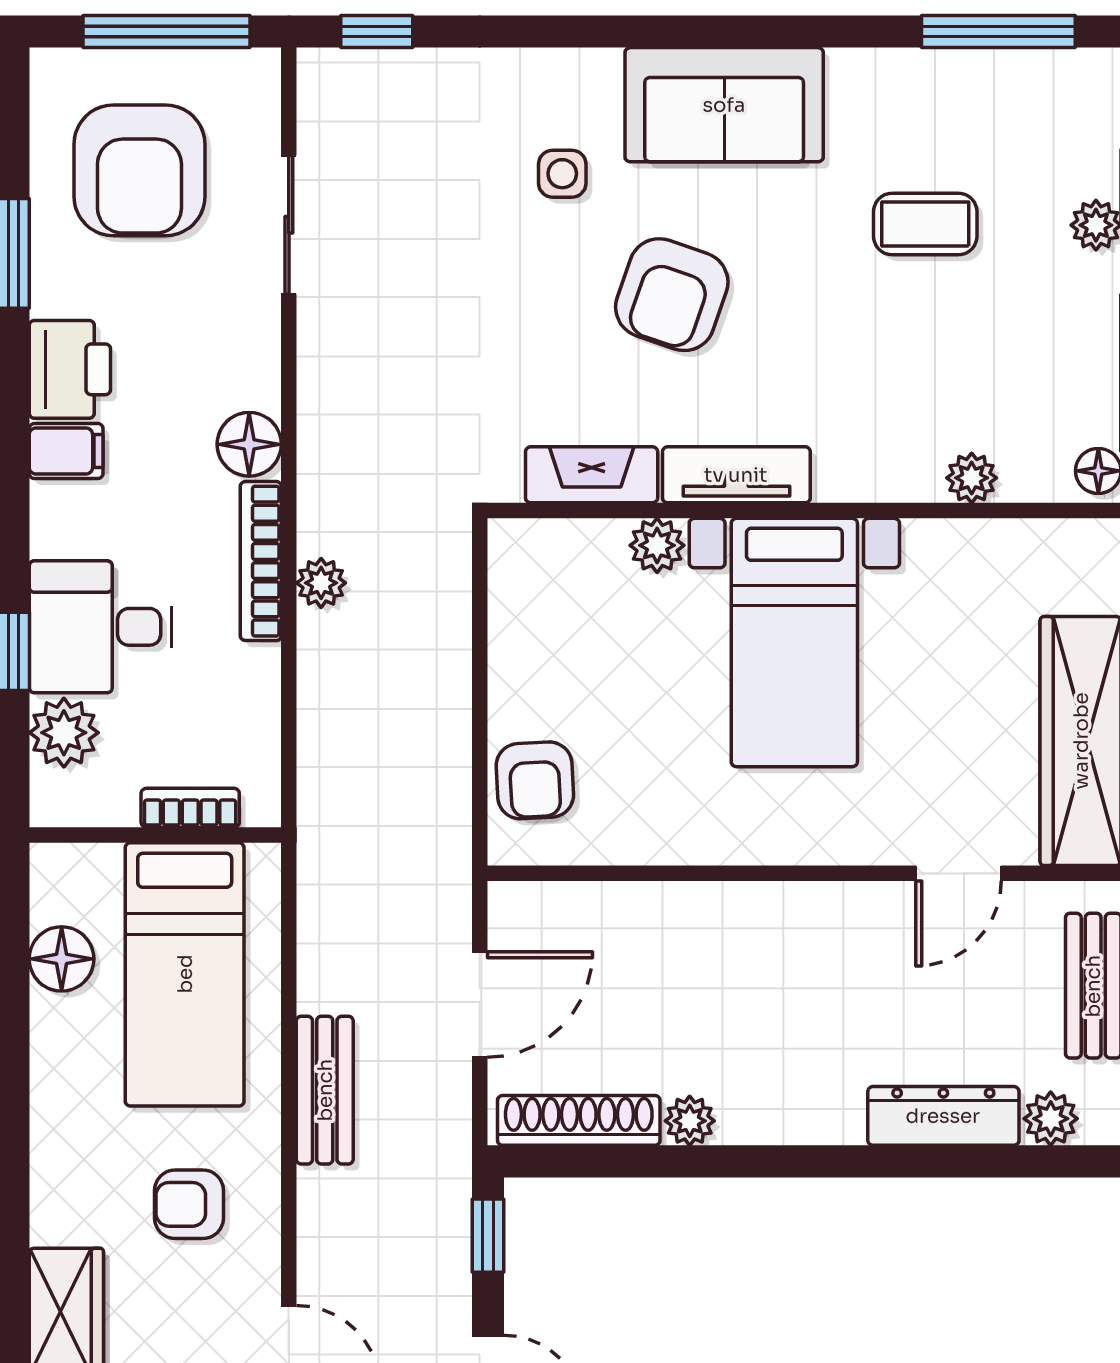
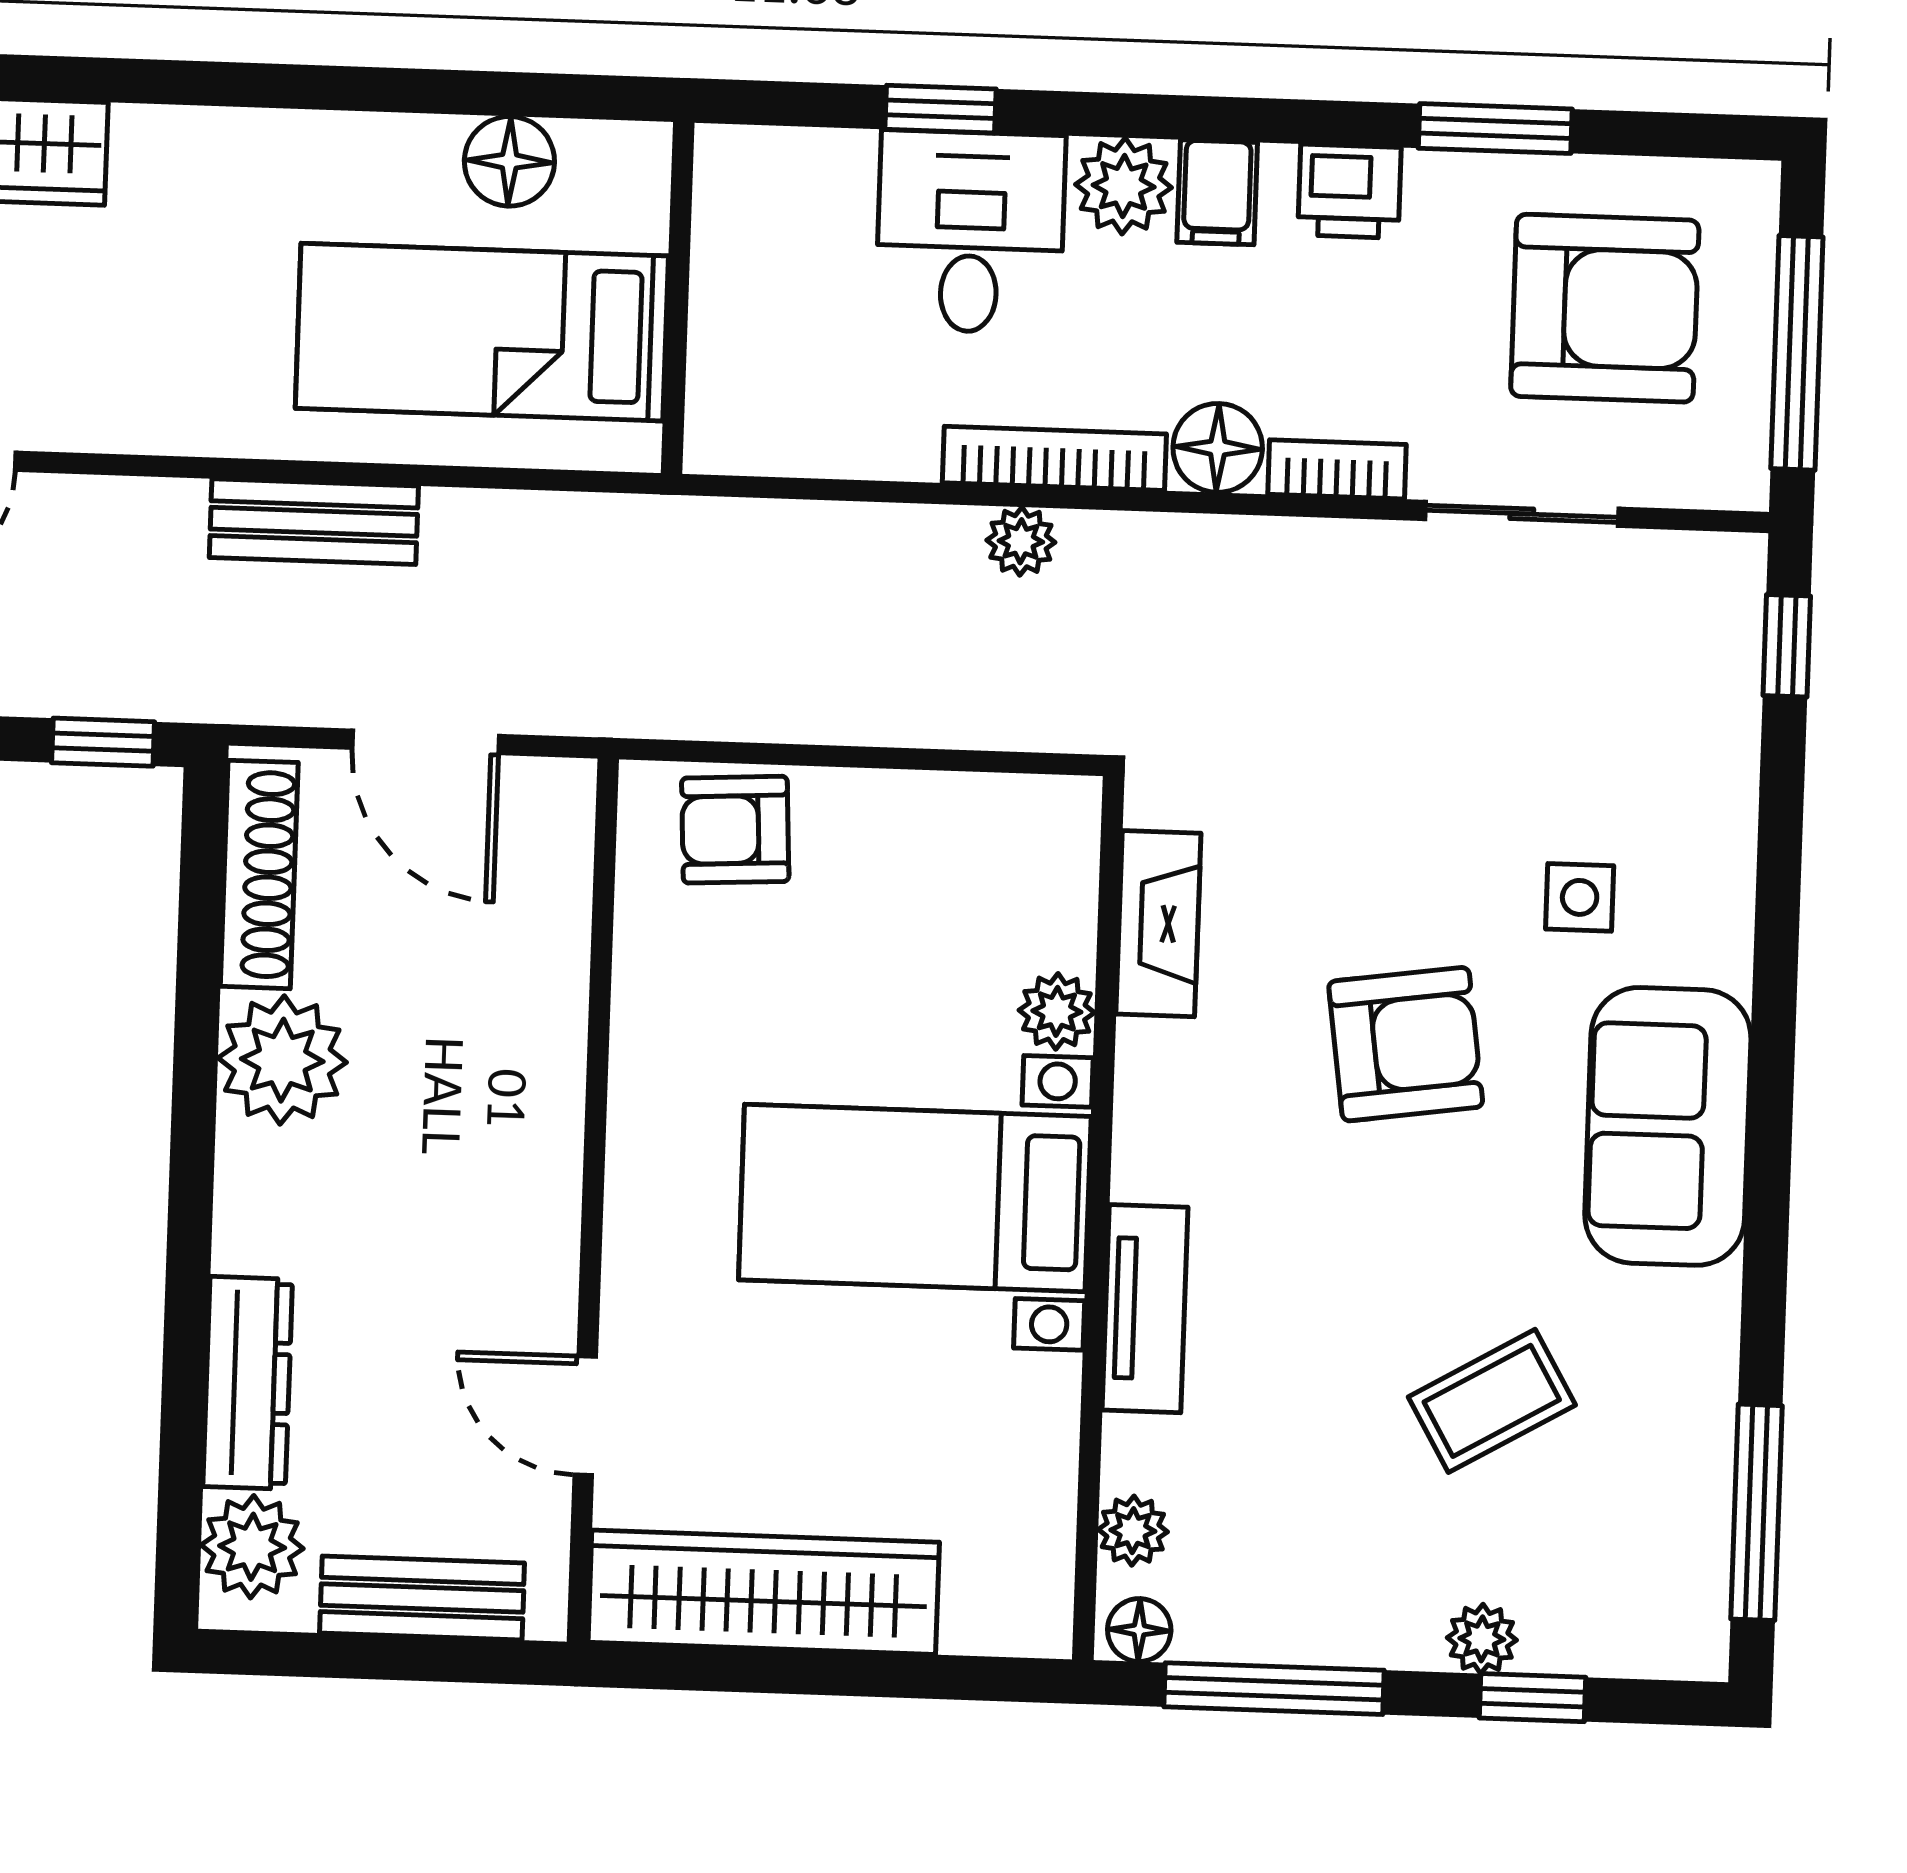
armchair: (139, 170) -> (1605, 308), turned 180
coffee table: (925, 224) -> (1492, 1401), turned 60
armchair: (672, 295) -> (1406, 1044), turned 153
printer: (70, 369) -> (1350, 191), width x0.73, depth x0.81
tv unit: (736, 475) -> (1145, 1309), moved
plant: (972, 478) -> (1133, 1531), moved
plant: (64, 733) -> (1124, 186), moved
bookcase: (190, 808) -> (1337, 469), moved, turned -90
plant: (1051, 1119) -> (252, 1547), width x1.38, depth x1.38
plant: (690, 1121) -> (282, 1060), width x1.87, depth x1.87
armchair: (189, 1204) -> (161, 327), removed

